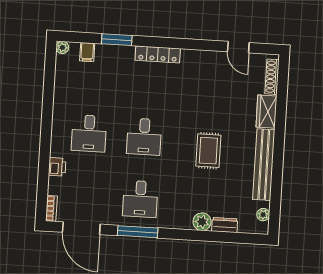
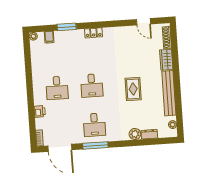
locker: (158, 54) -> (94, 33), width x0.66

